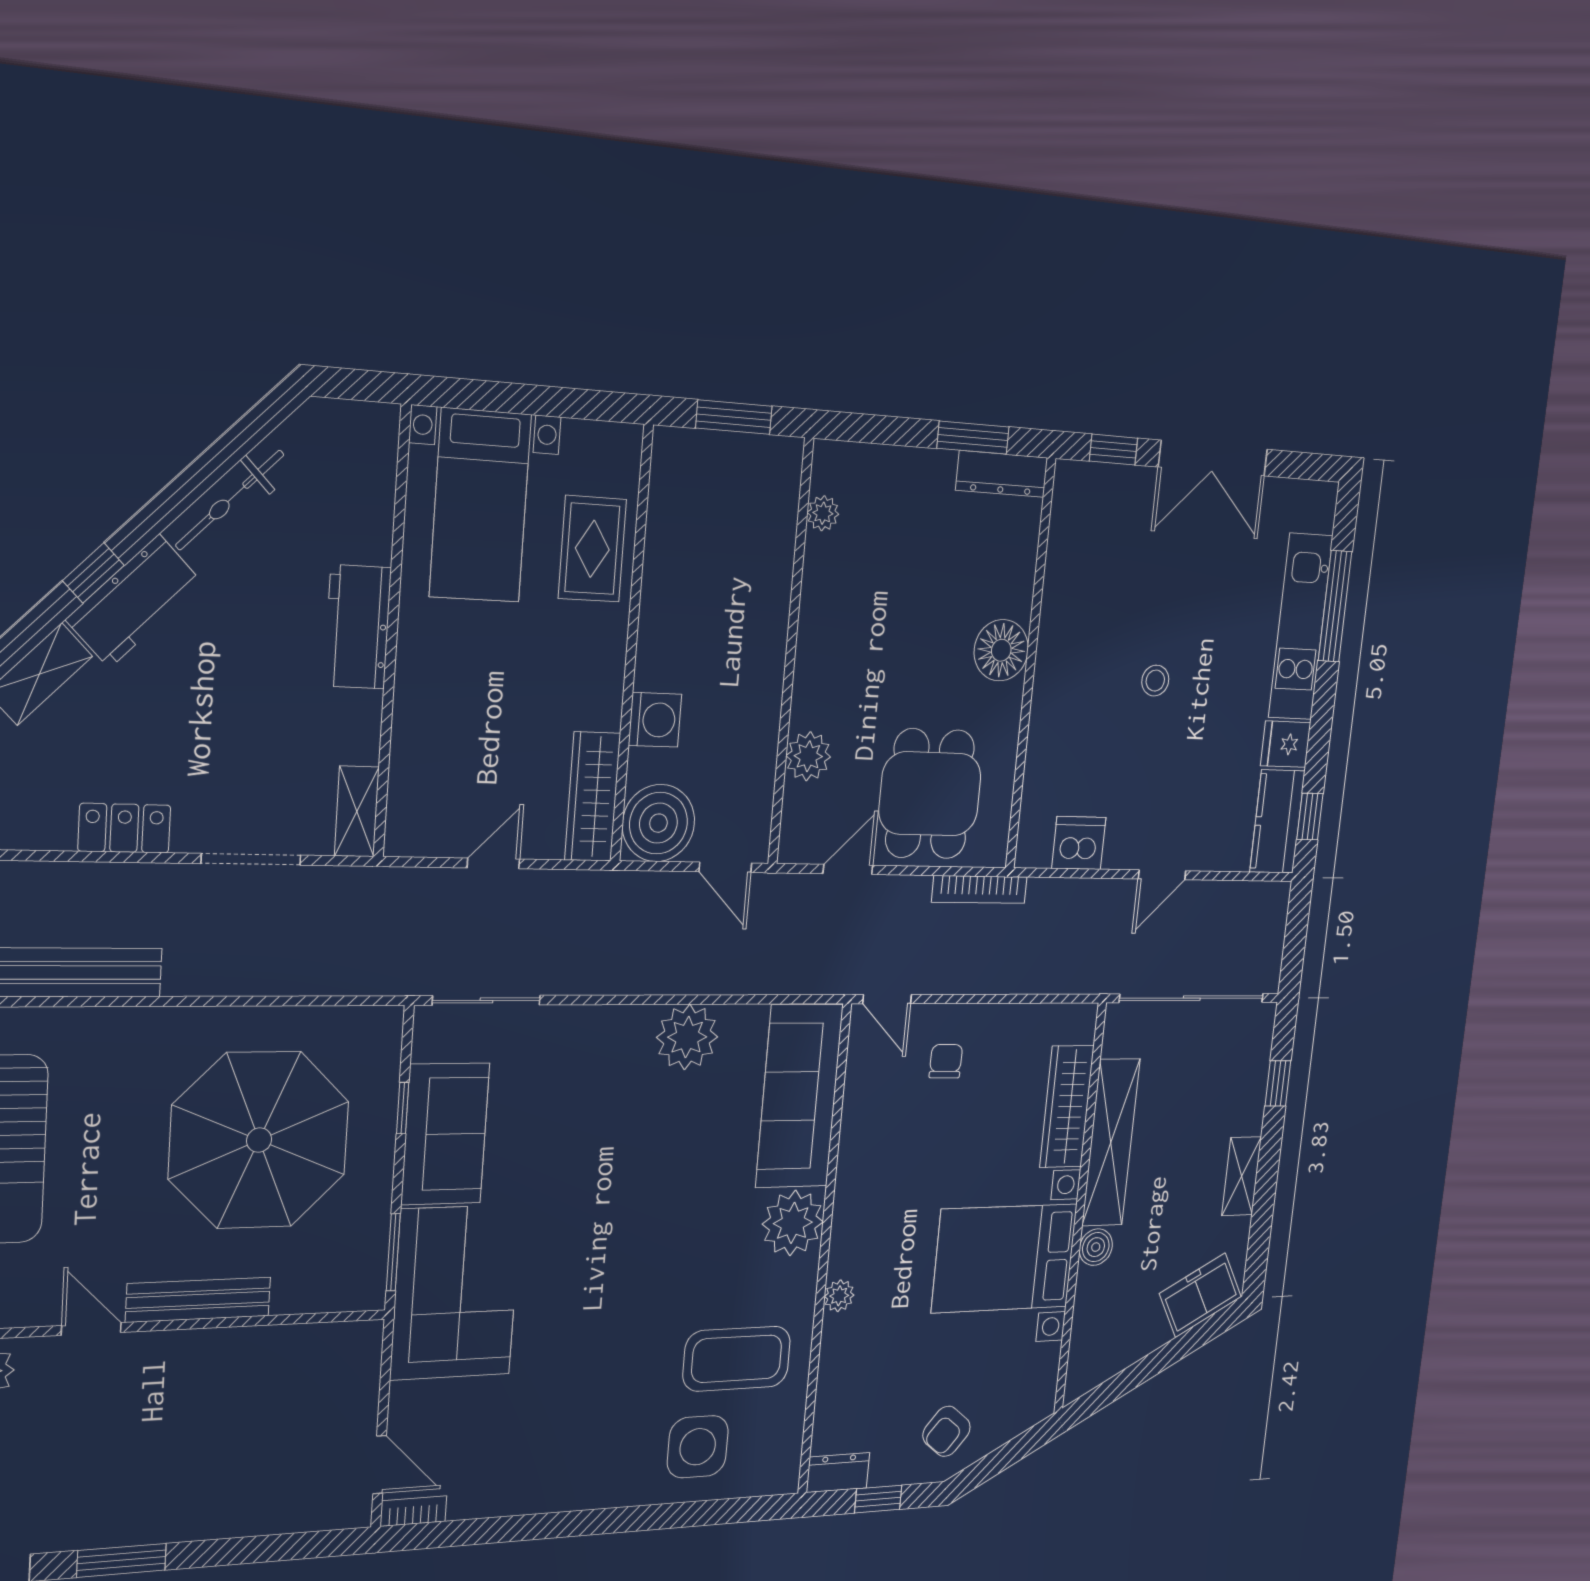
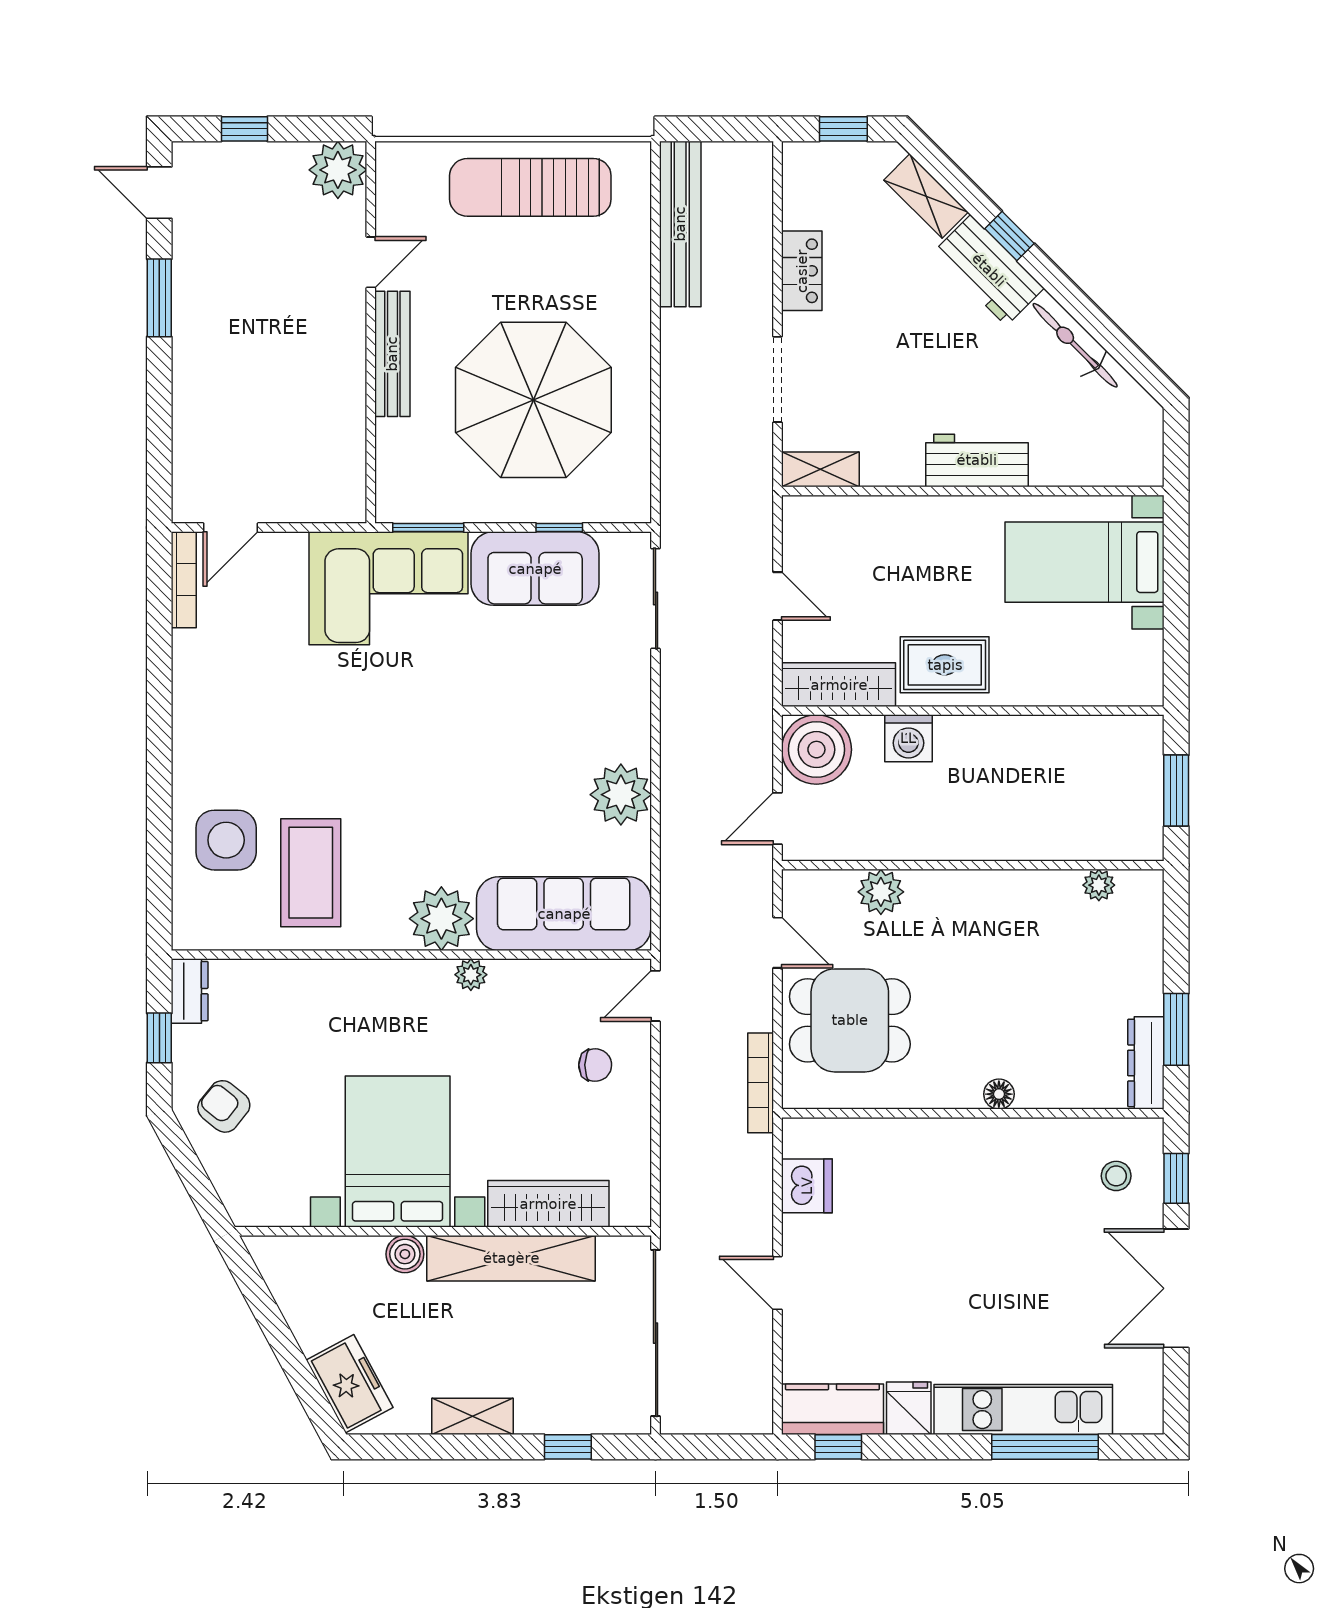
rug: (592, 549) -> (945, 665), moved
floor lamp: (1001, 650) -> (999, 1094), width x0.53, depth x0.53
stool: (1155, 681) -> (1116, 1176), moved
plant: (839, 1296) -> (471, 975), moved
bookcase: (413, 1511) -> (184, 580), width x1.56

